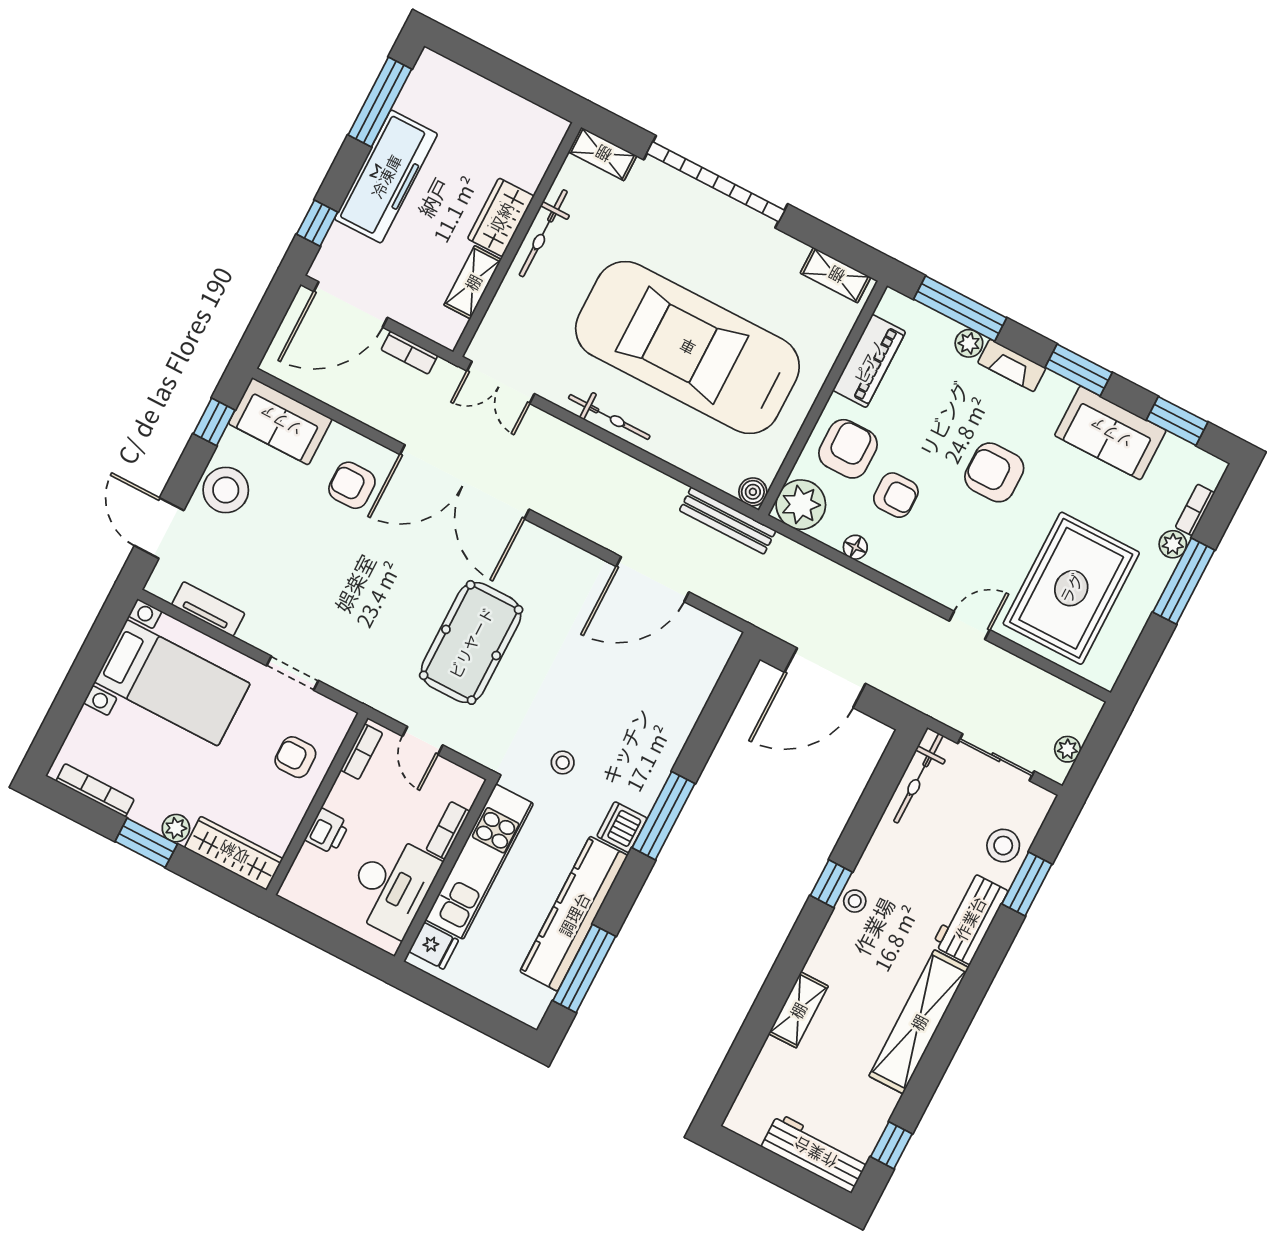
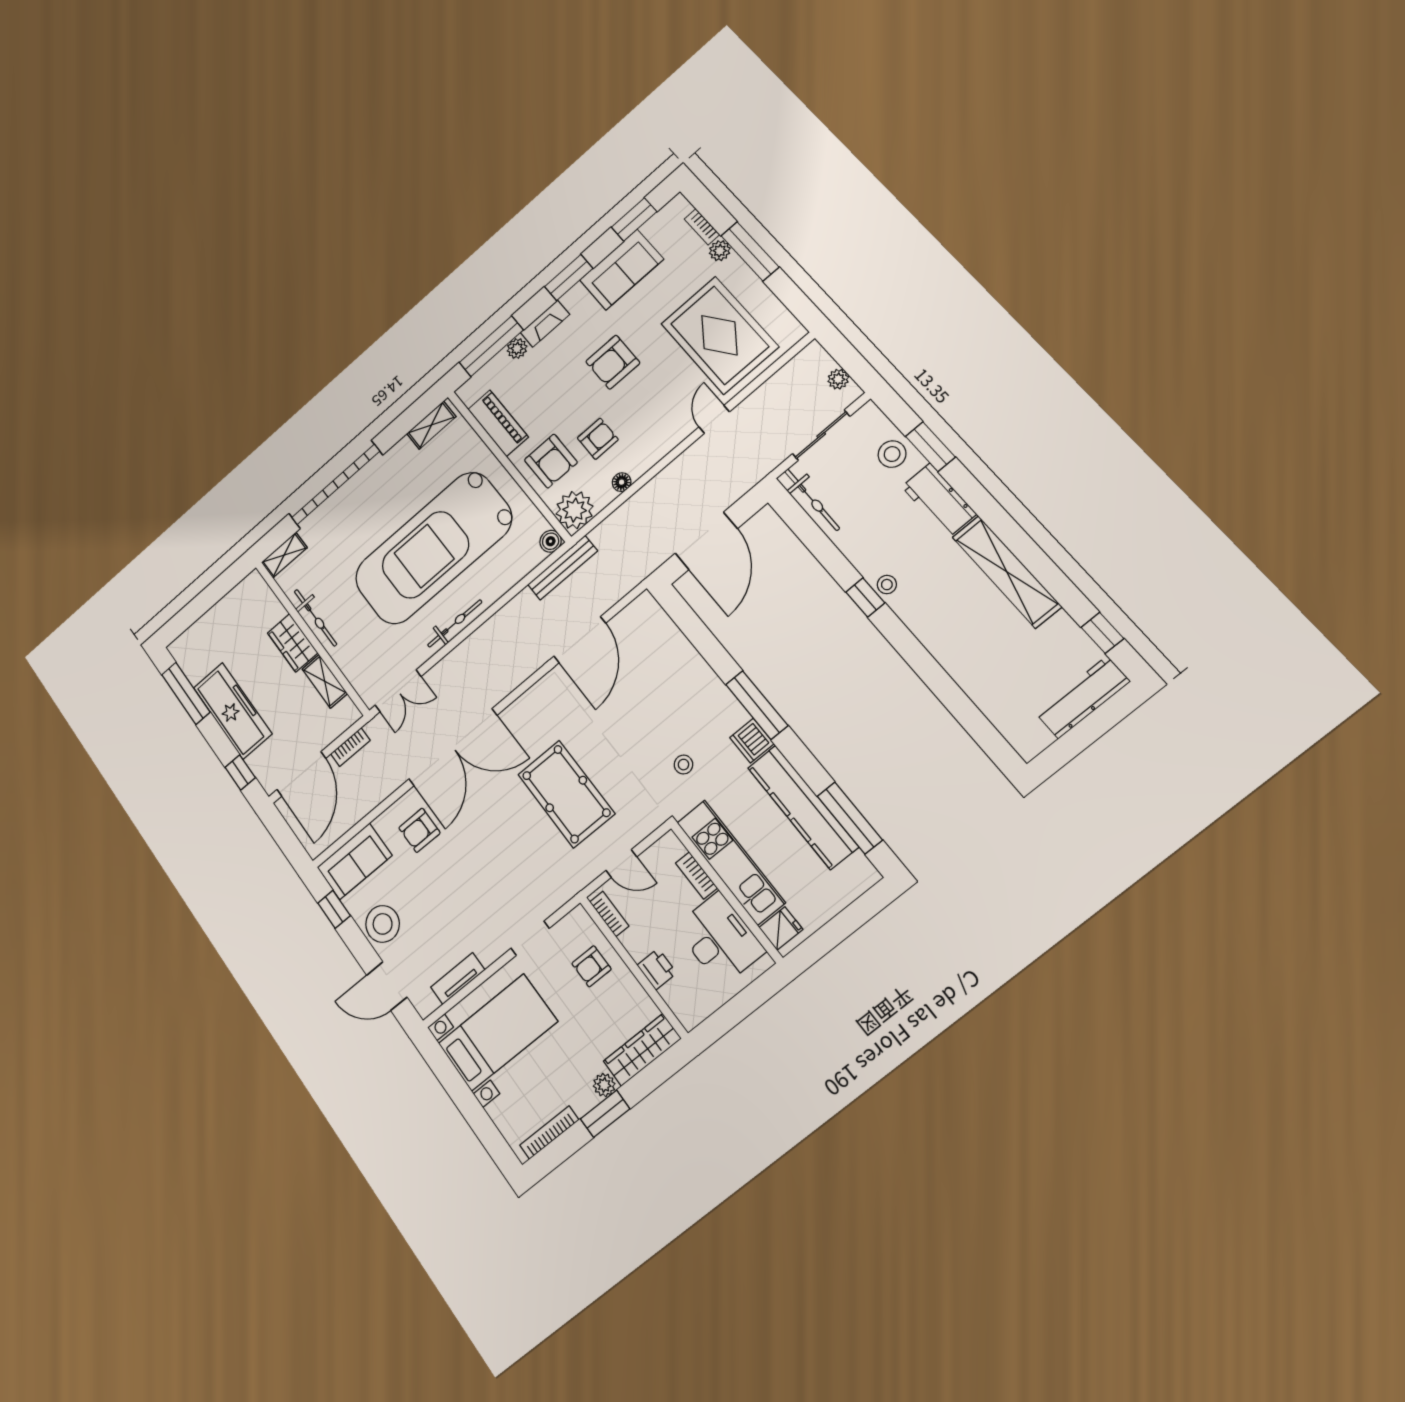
armchair: (848, 449) -> (551, 461), turned 180
shelving: (798, 1010) -> (956, 663), removed

